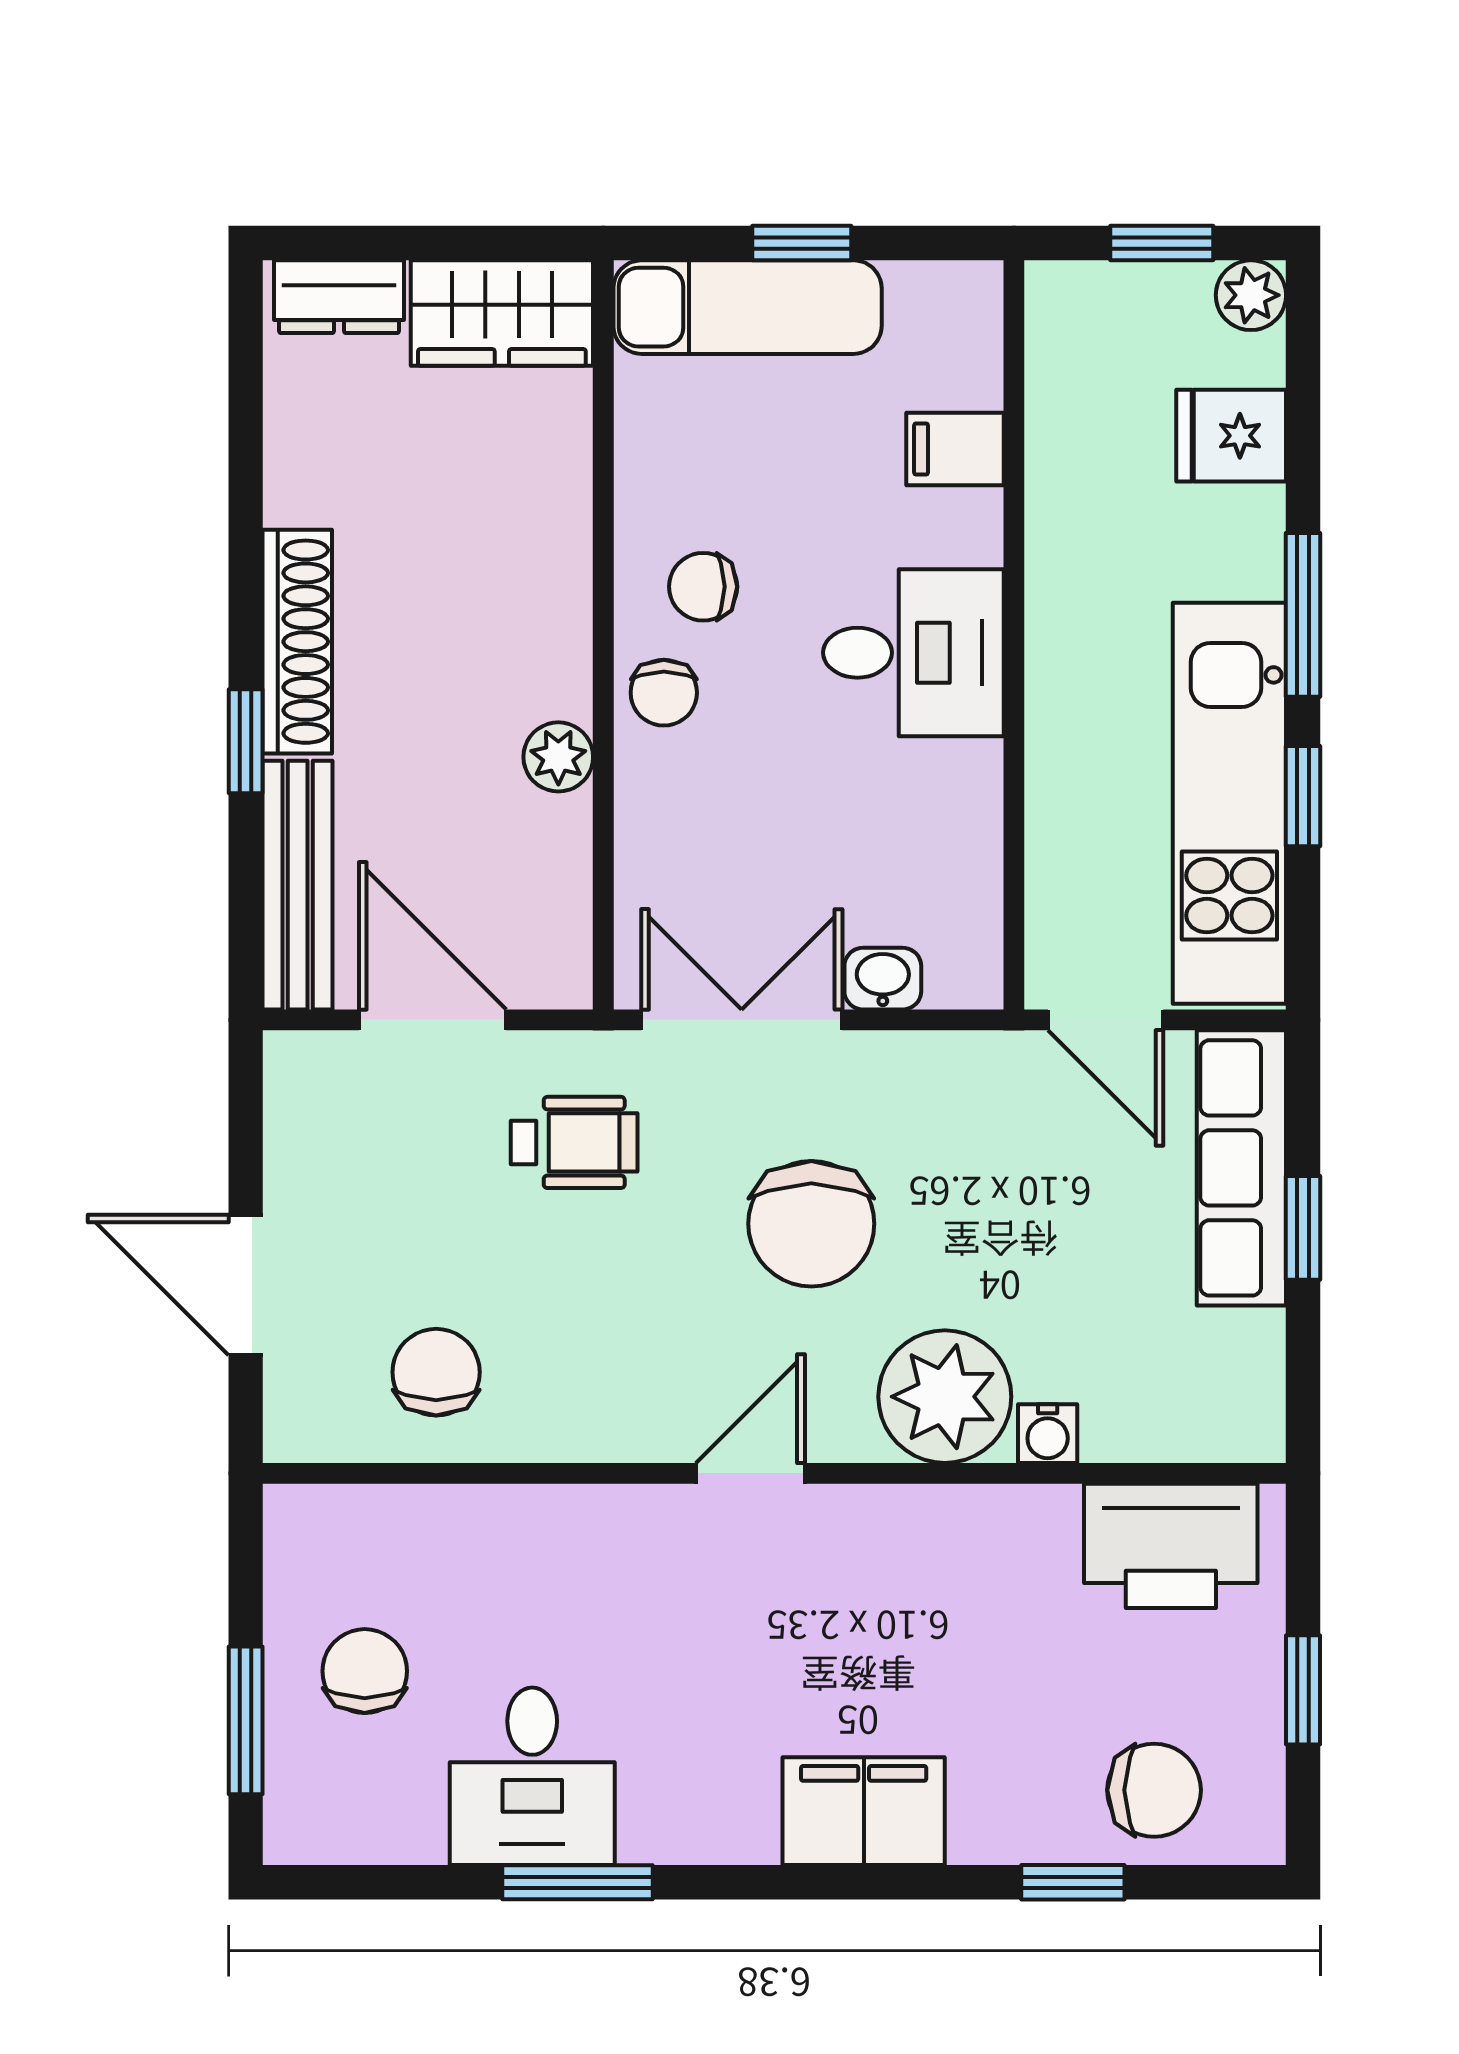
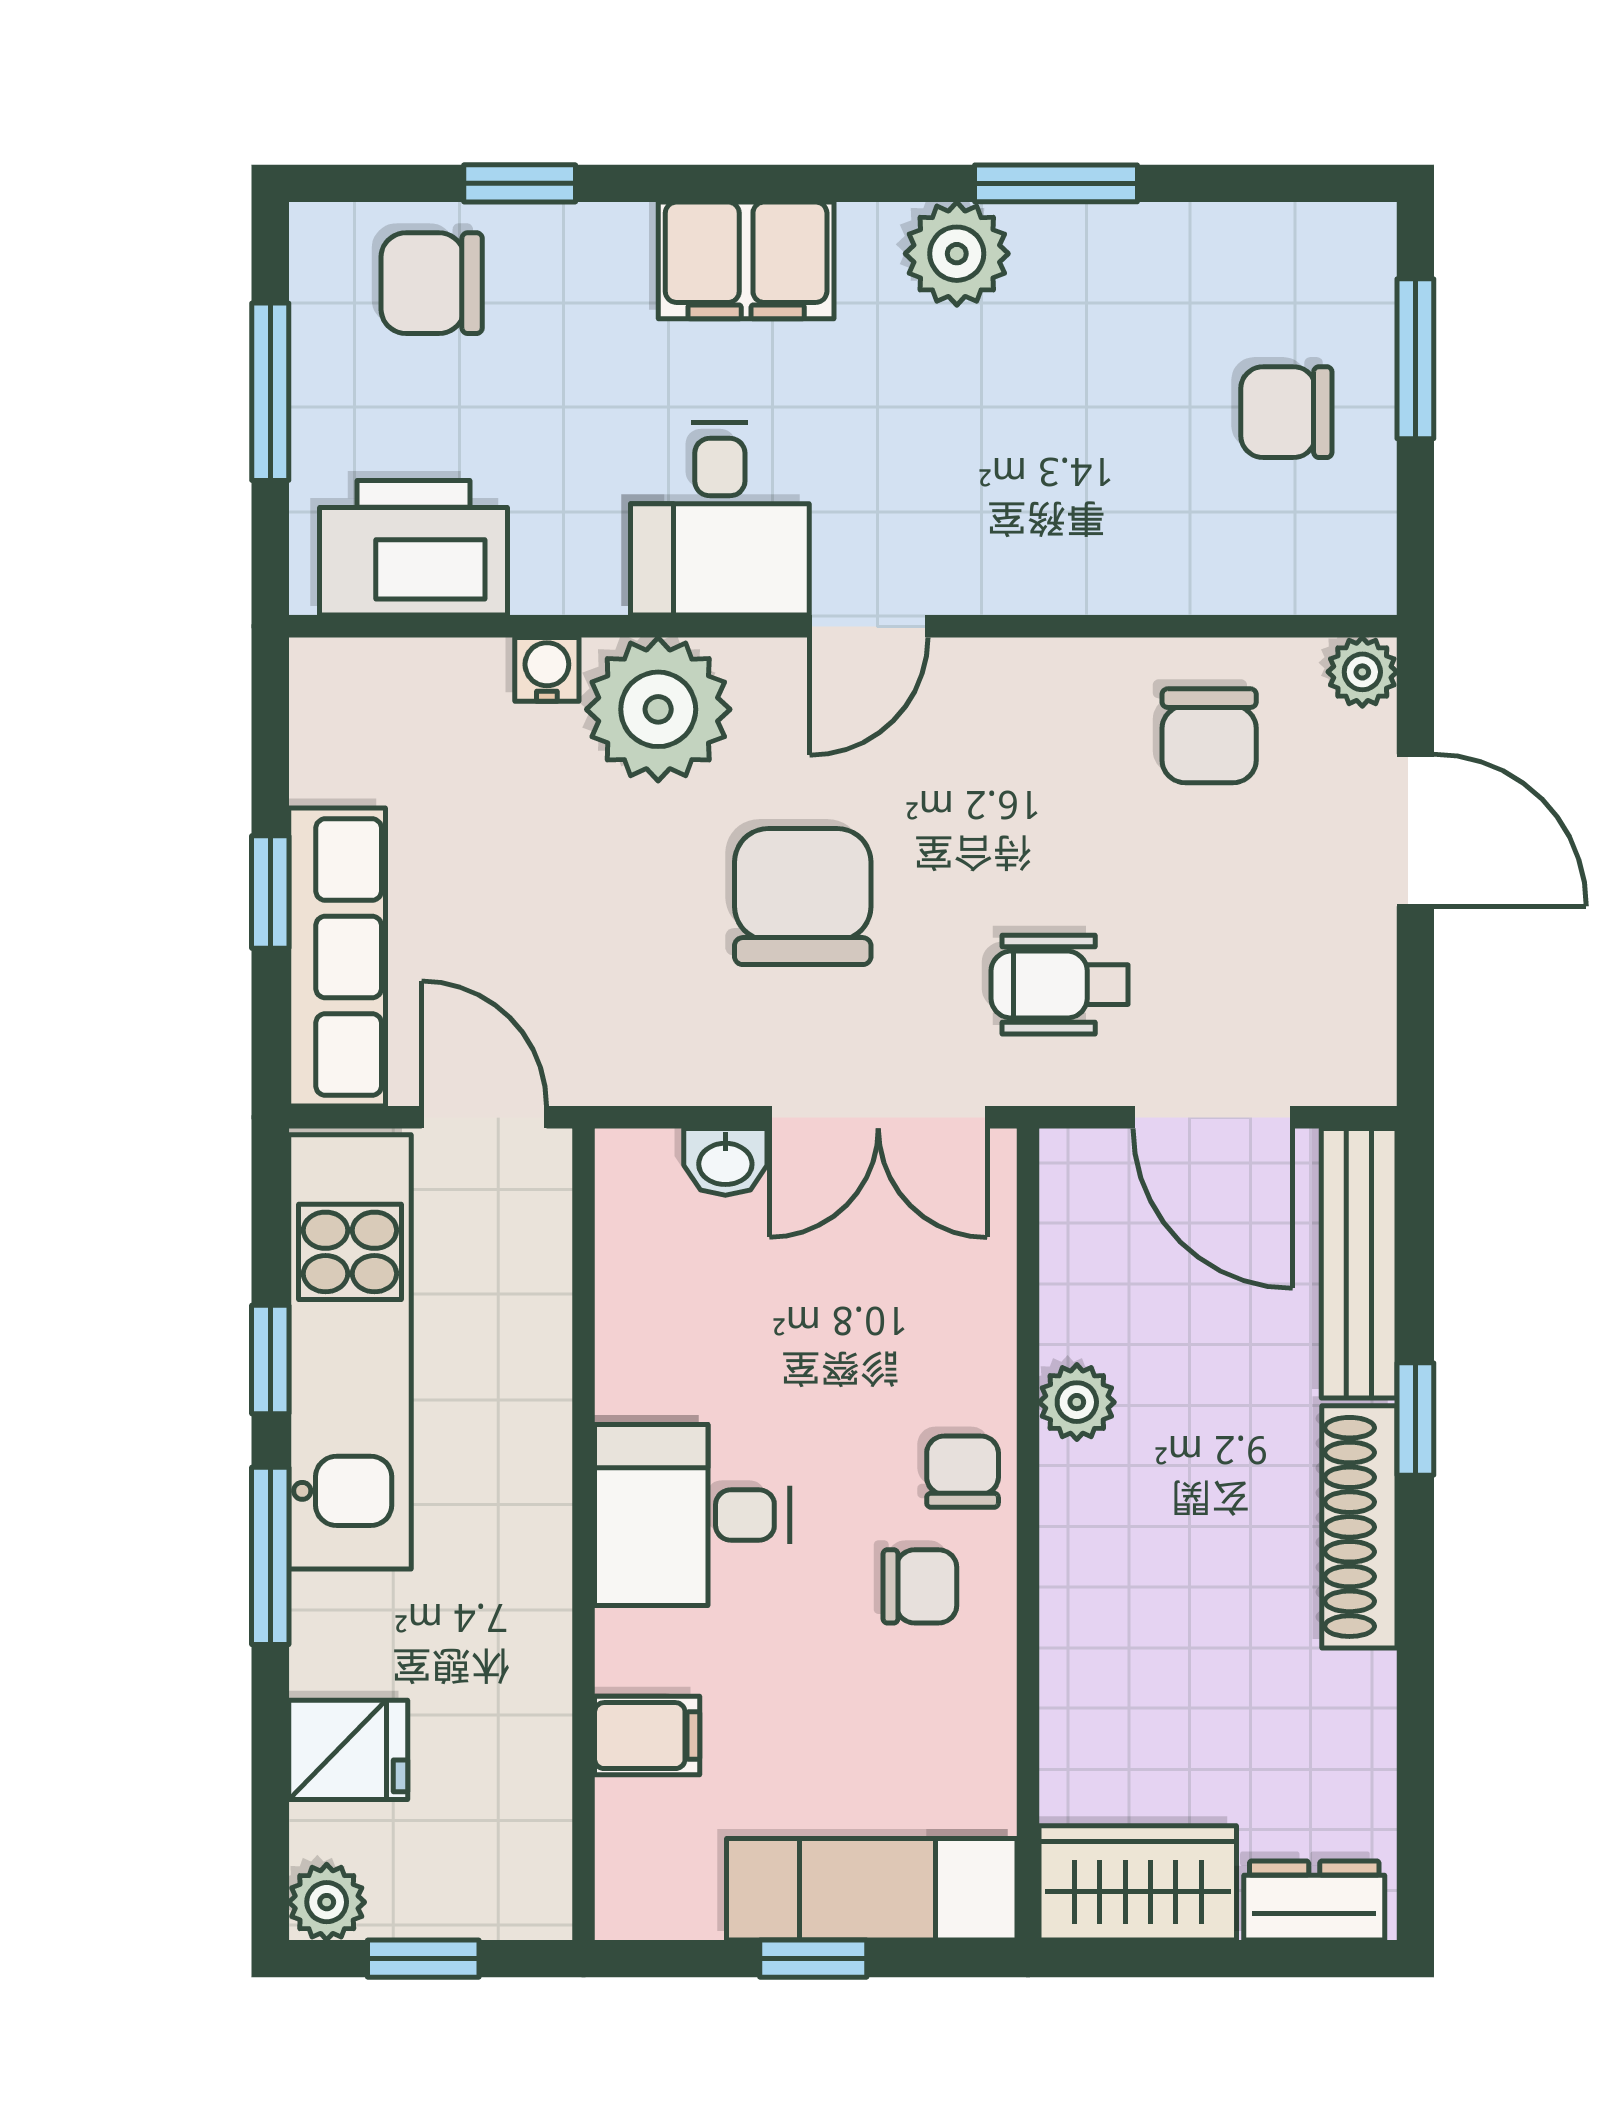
plant: (295, 1431) -> (1362, 672), added
chair: (365, 1671) -> (1286, 412), turned 90
window: (1303, 1690) -> (270, 392), width x1.50
desk: (532, 1776) -> (720, 519), moved, turned 180
plant: (669, 1817) -> (957, 254), added

